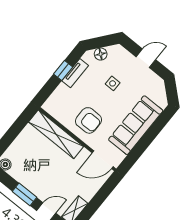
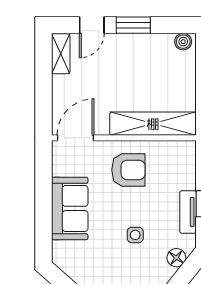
armchair: (89, 120) -> (128, 170), turned 180
sofa: (136, 125) -> (70, 208), width x0.73

